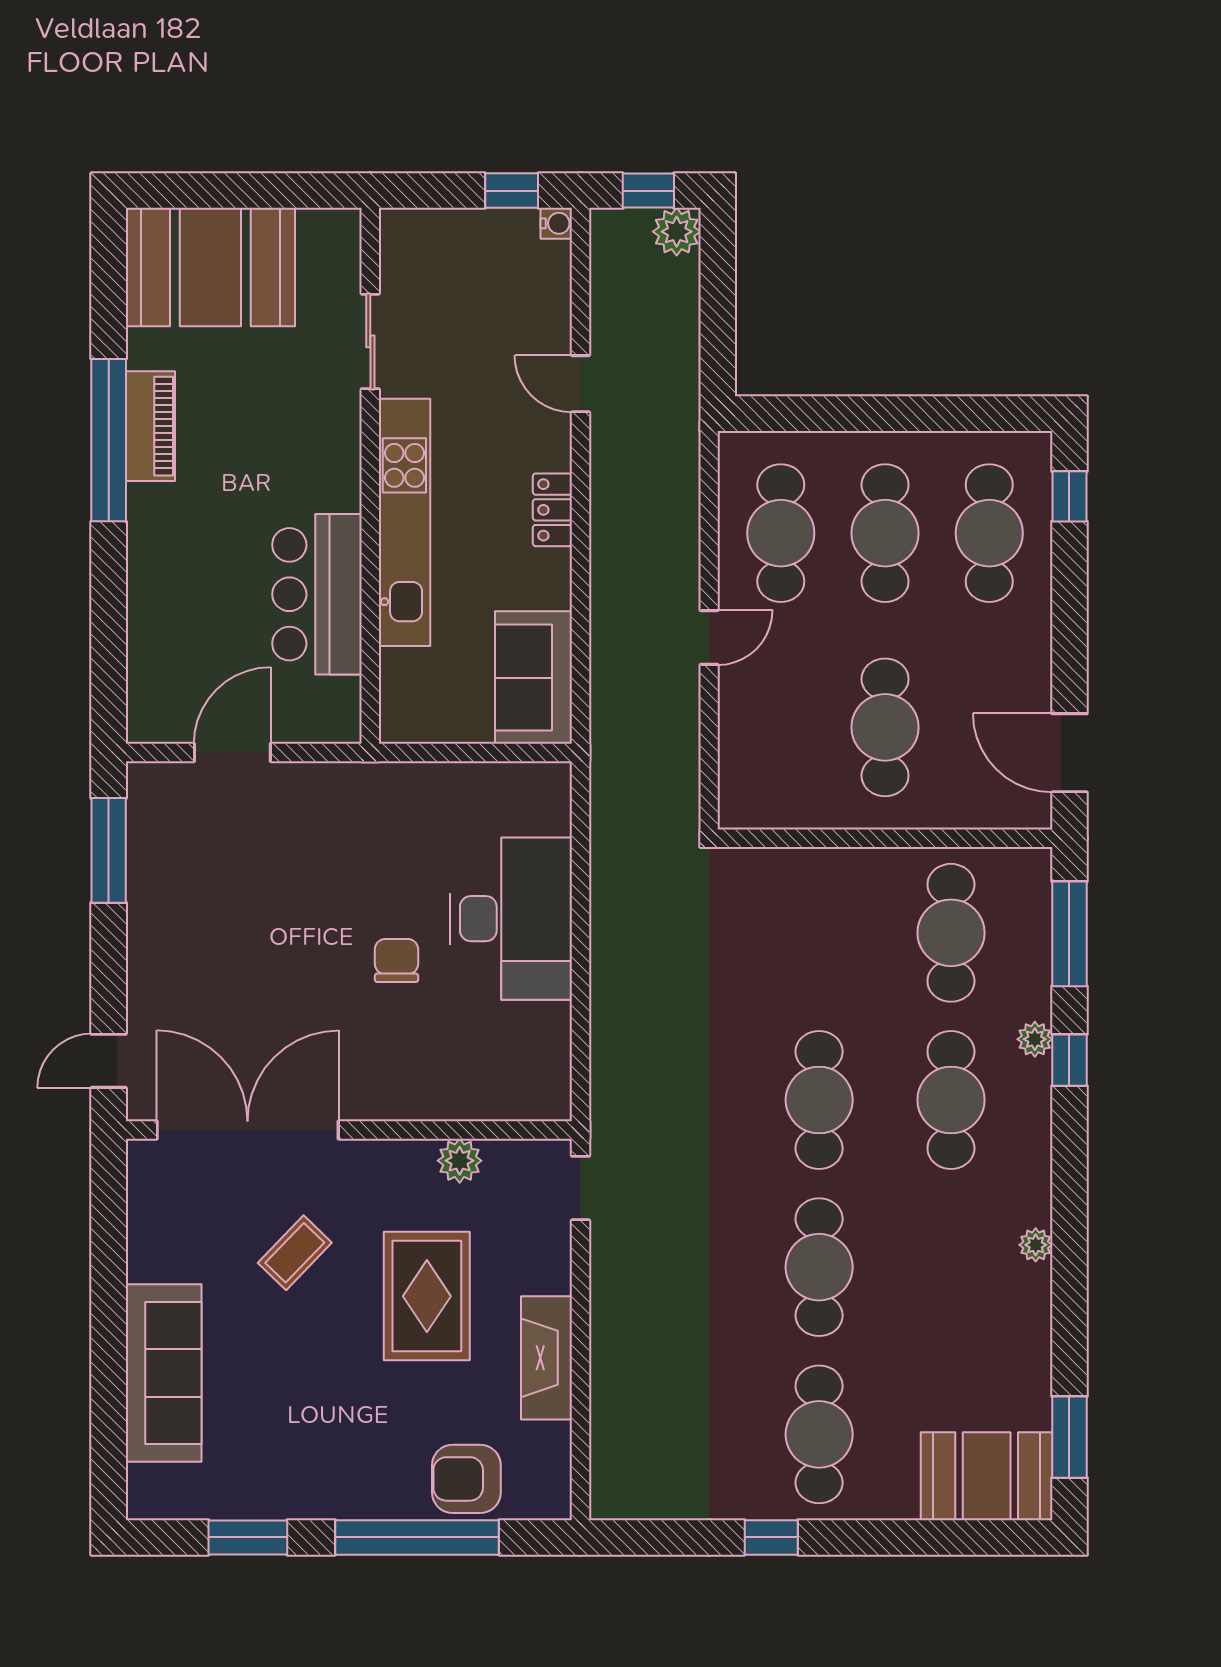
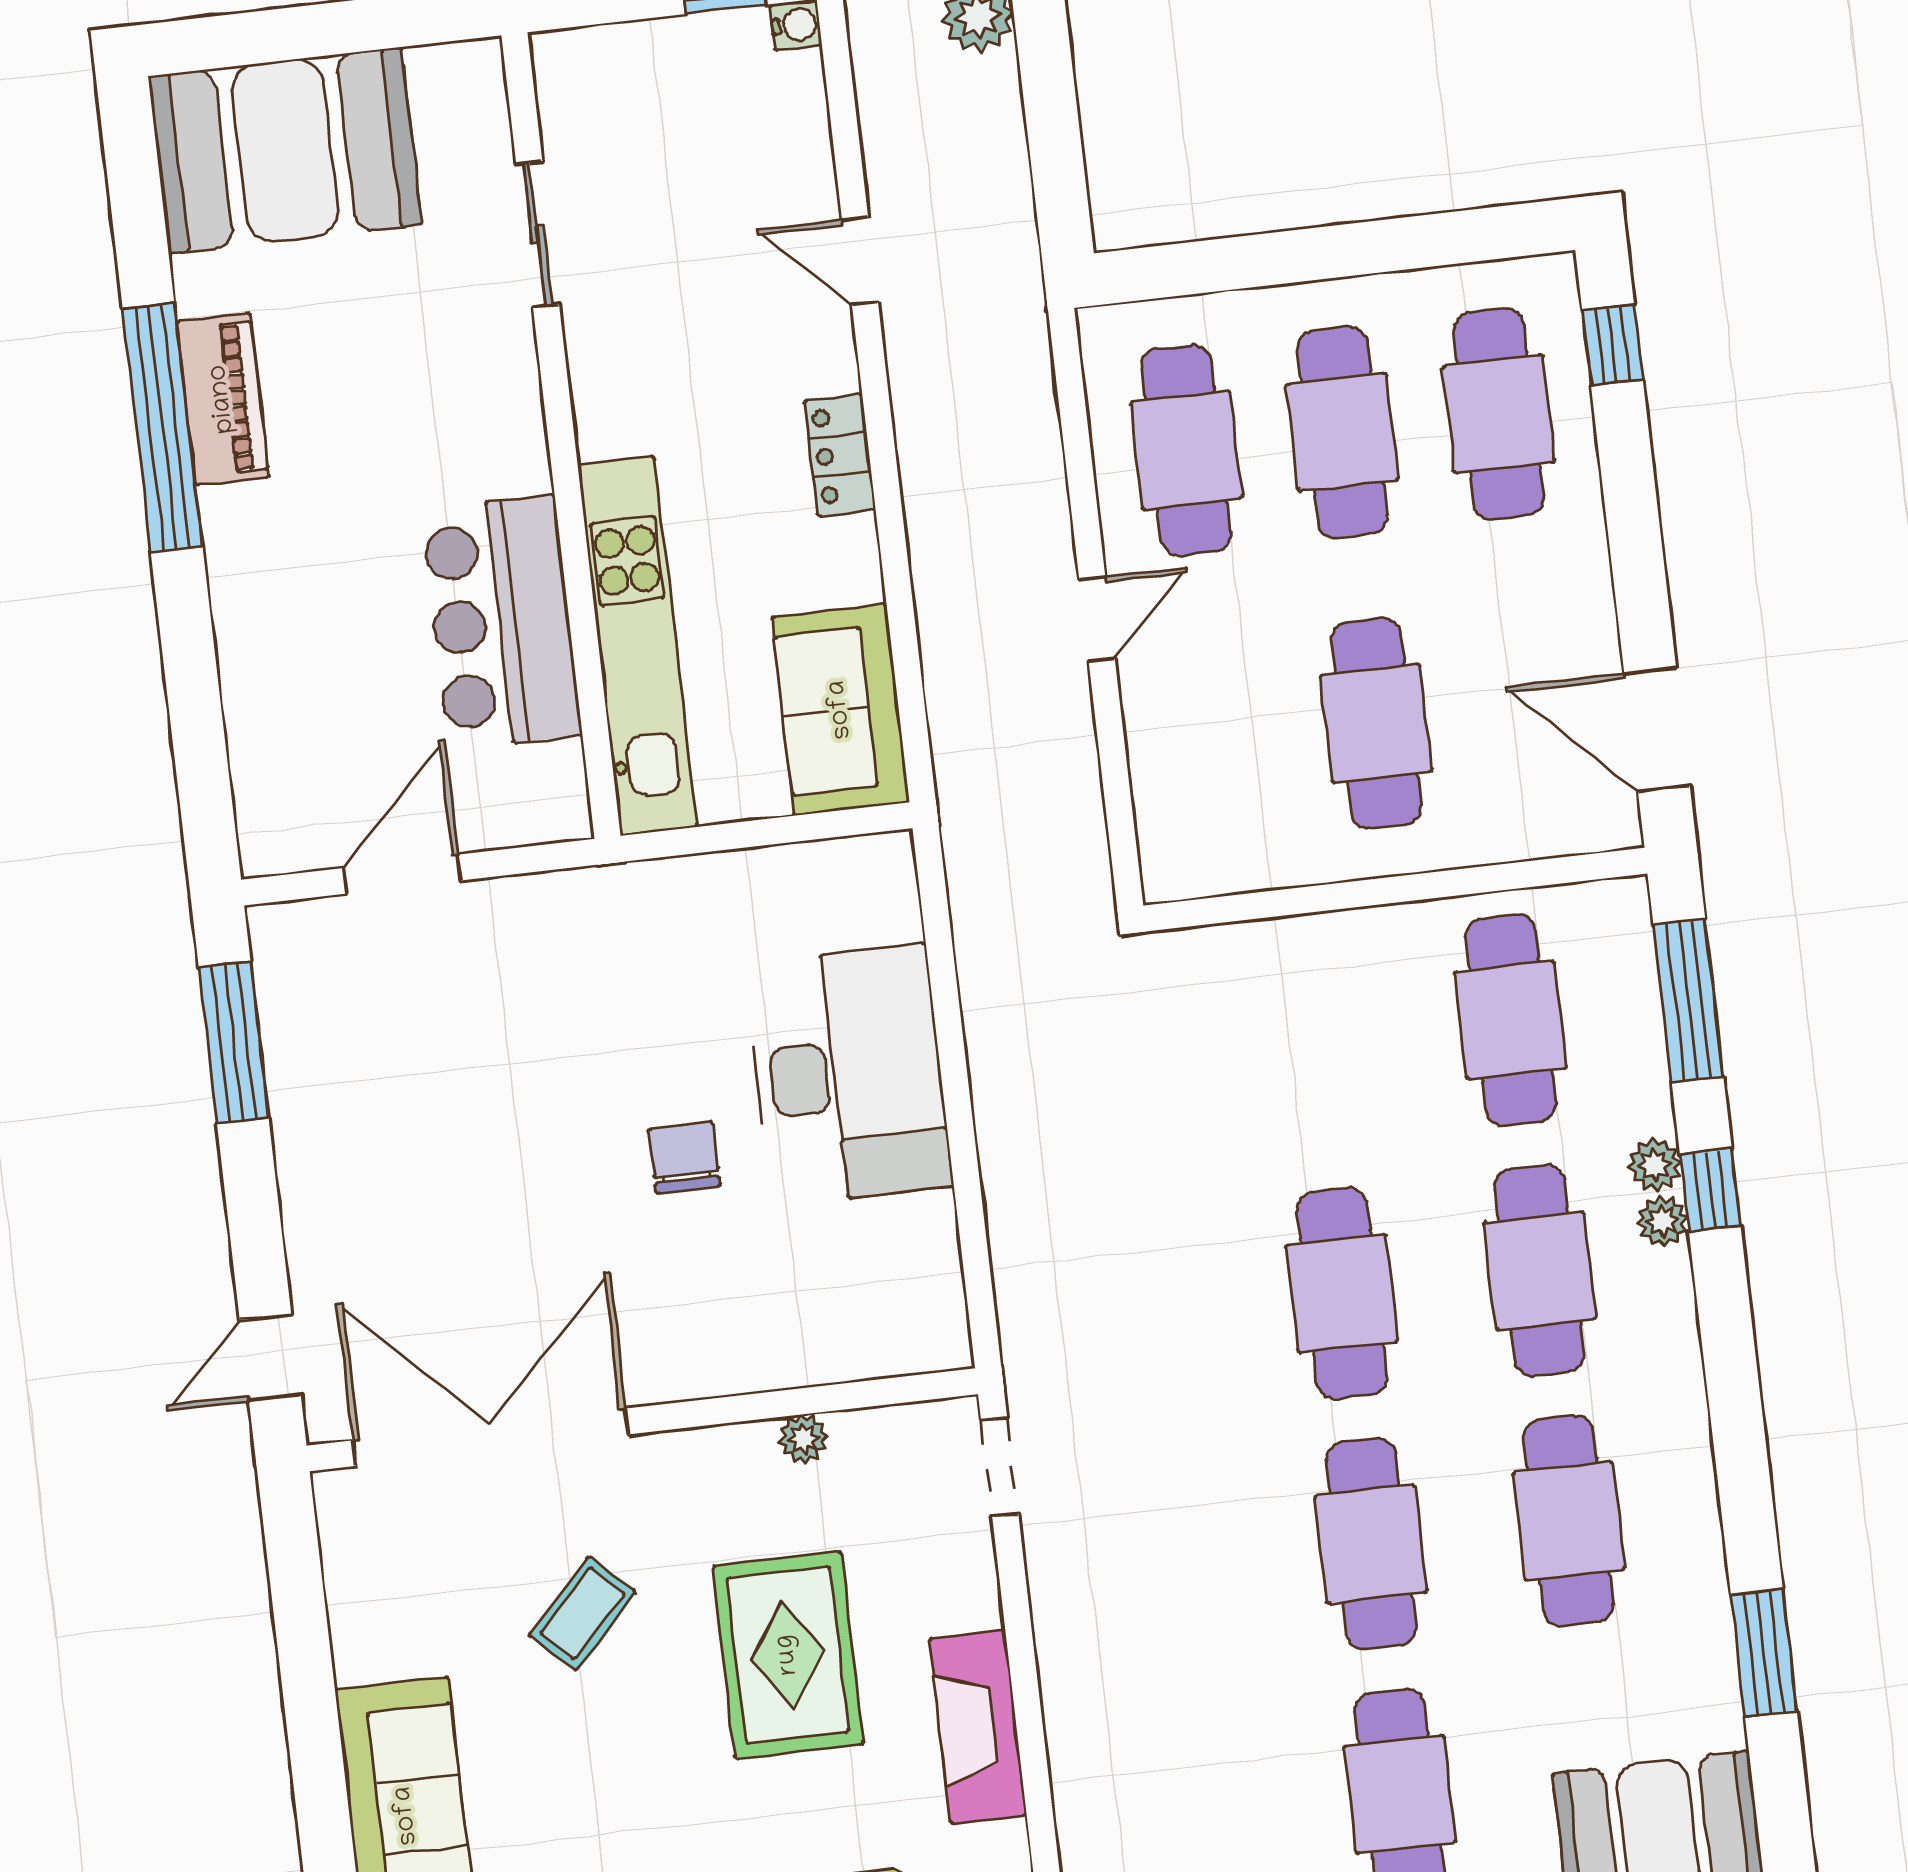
kitchen unit: (404, 522) -> (637, 646), moved
plant: (460, 1161) -> (803, 1439), width x0.73, depth x0.73
plant: (1036, 1245) -> (1663, 1221), moved
cafe table: (951, 1267) -> (1569, 1521), added
window: (1069, 1437) -> (1764, 1653), moved

